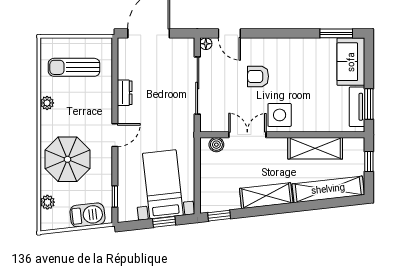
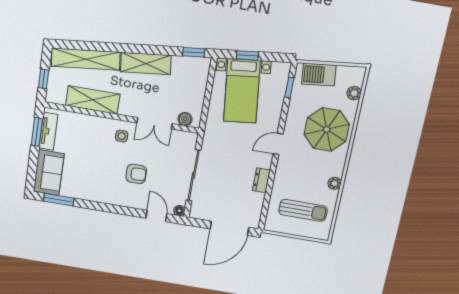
side table: (280, 115) -> (122, 136), width x0.54, depth x0.54

